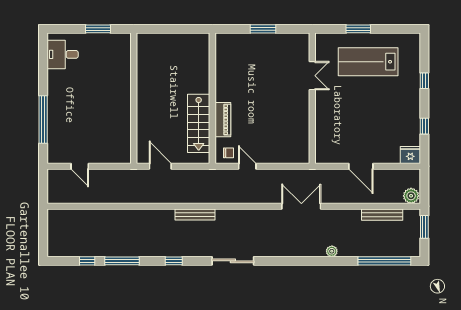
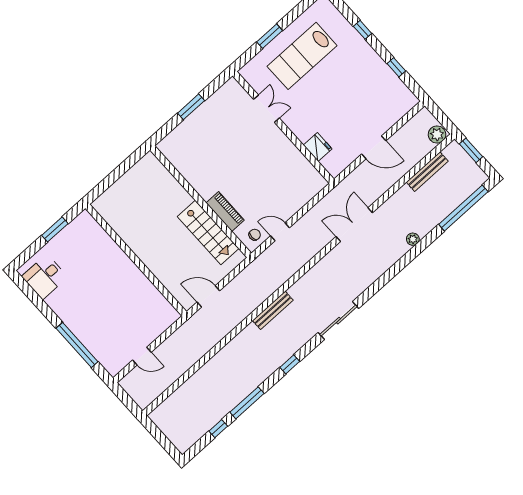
fridge: (410, 155) -> (318, 147), moved, turned 90

